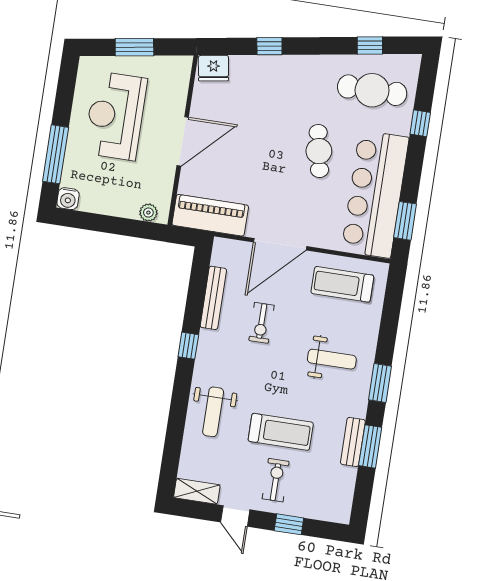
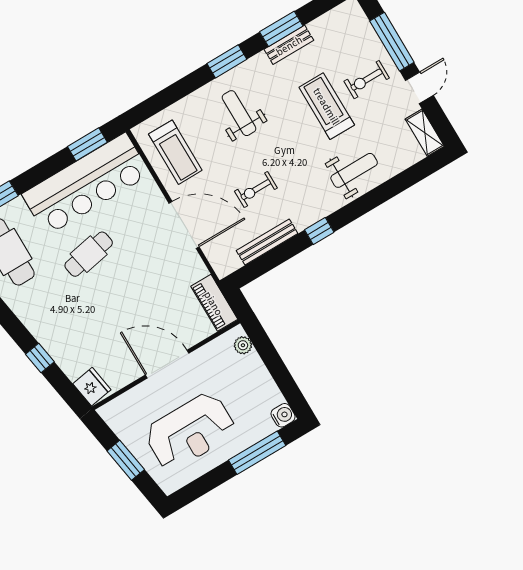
piano: (210, 215) -> (214, 303), width x0.73, depth x0.75
exercise bike: (261, 323) -> (256, 190), turned 180
window: (289, 524) -> (392, 42), width x2.17

